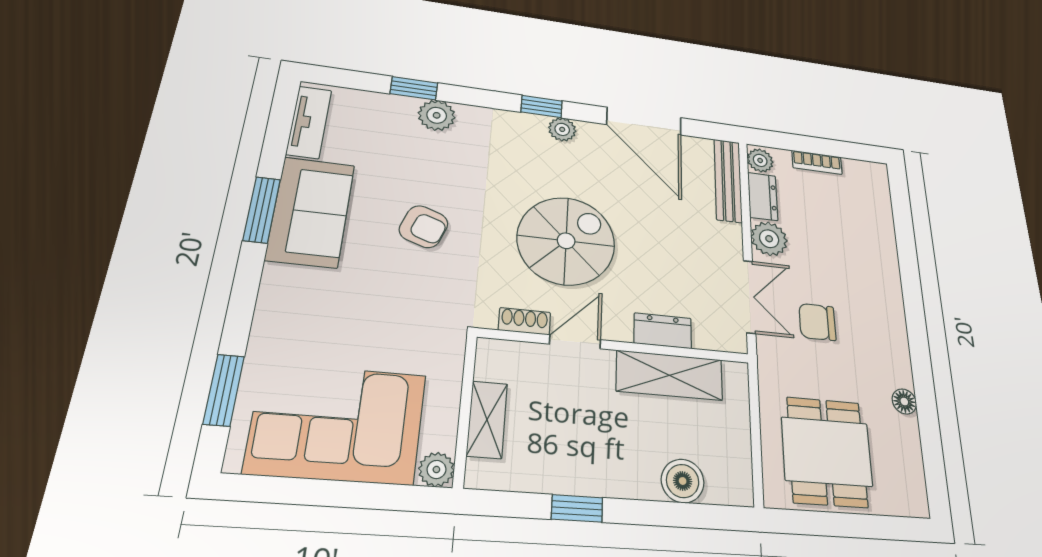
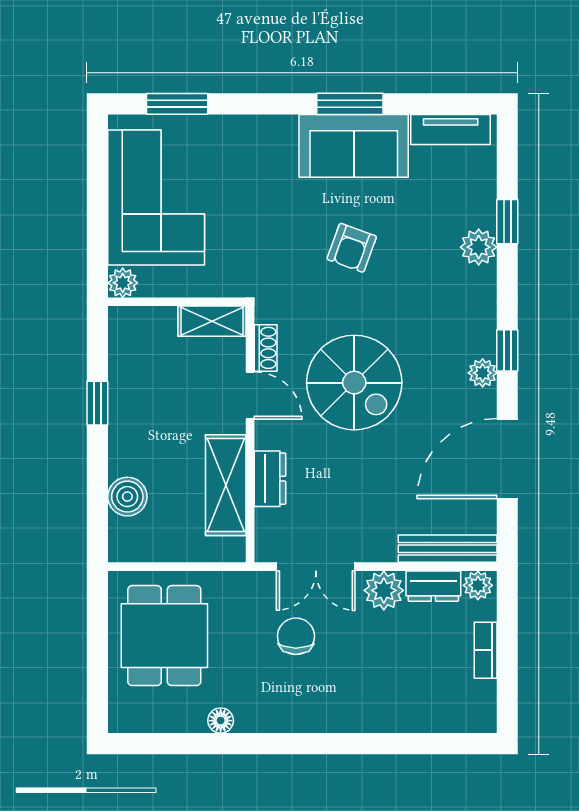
shelving: (487, 419) -> (212, 321), moved
dining table: (827, 452) -> (164, 636), turned 90

